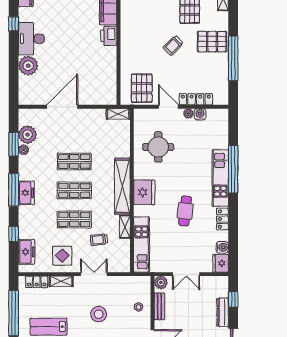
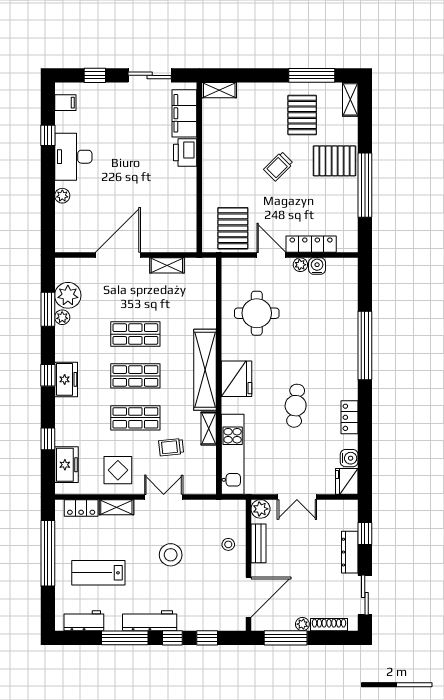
plant: (28, 66) -> (62, 196), width x0.53, depth x0.53
shelving: (118, 114) -> (167, 265), moved
kitchen unit: (220, 178) -> (346, 358), removed
window: (14, 190) -> (48, 375), width x0.46

